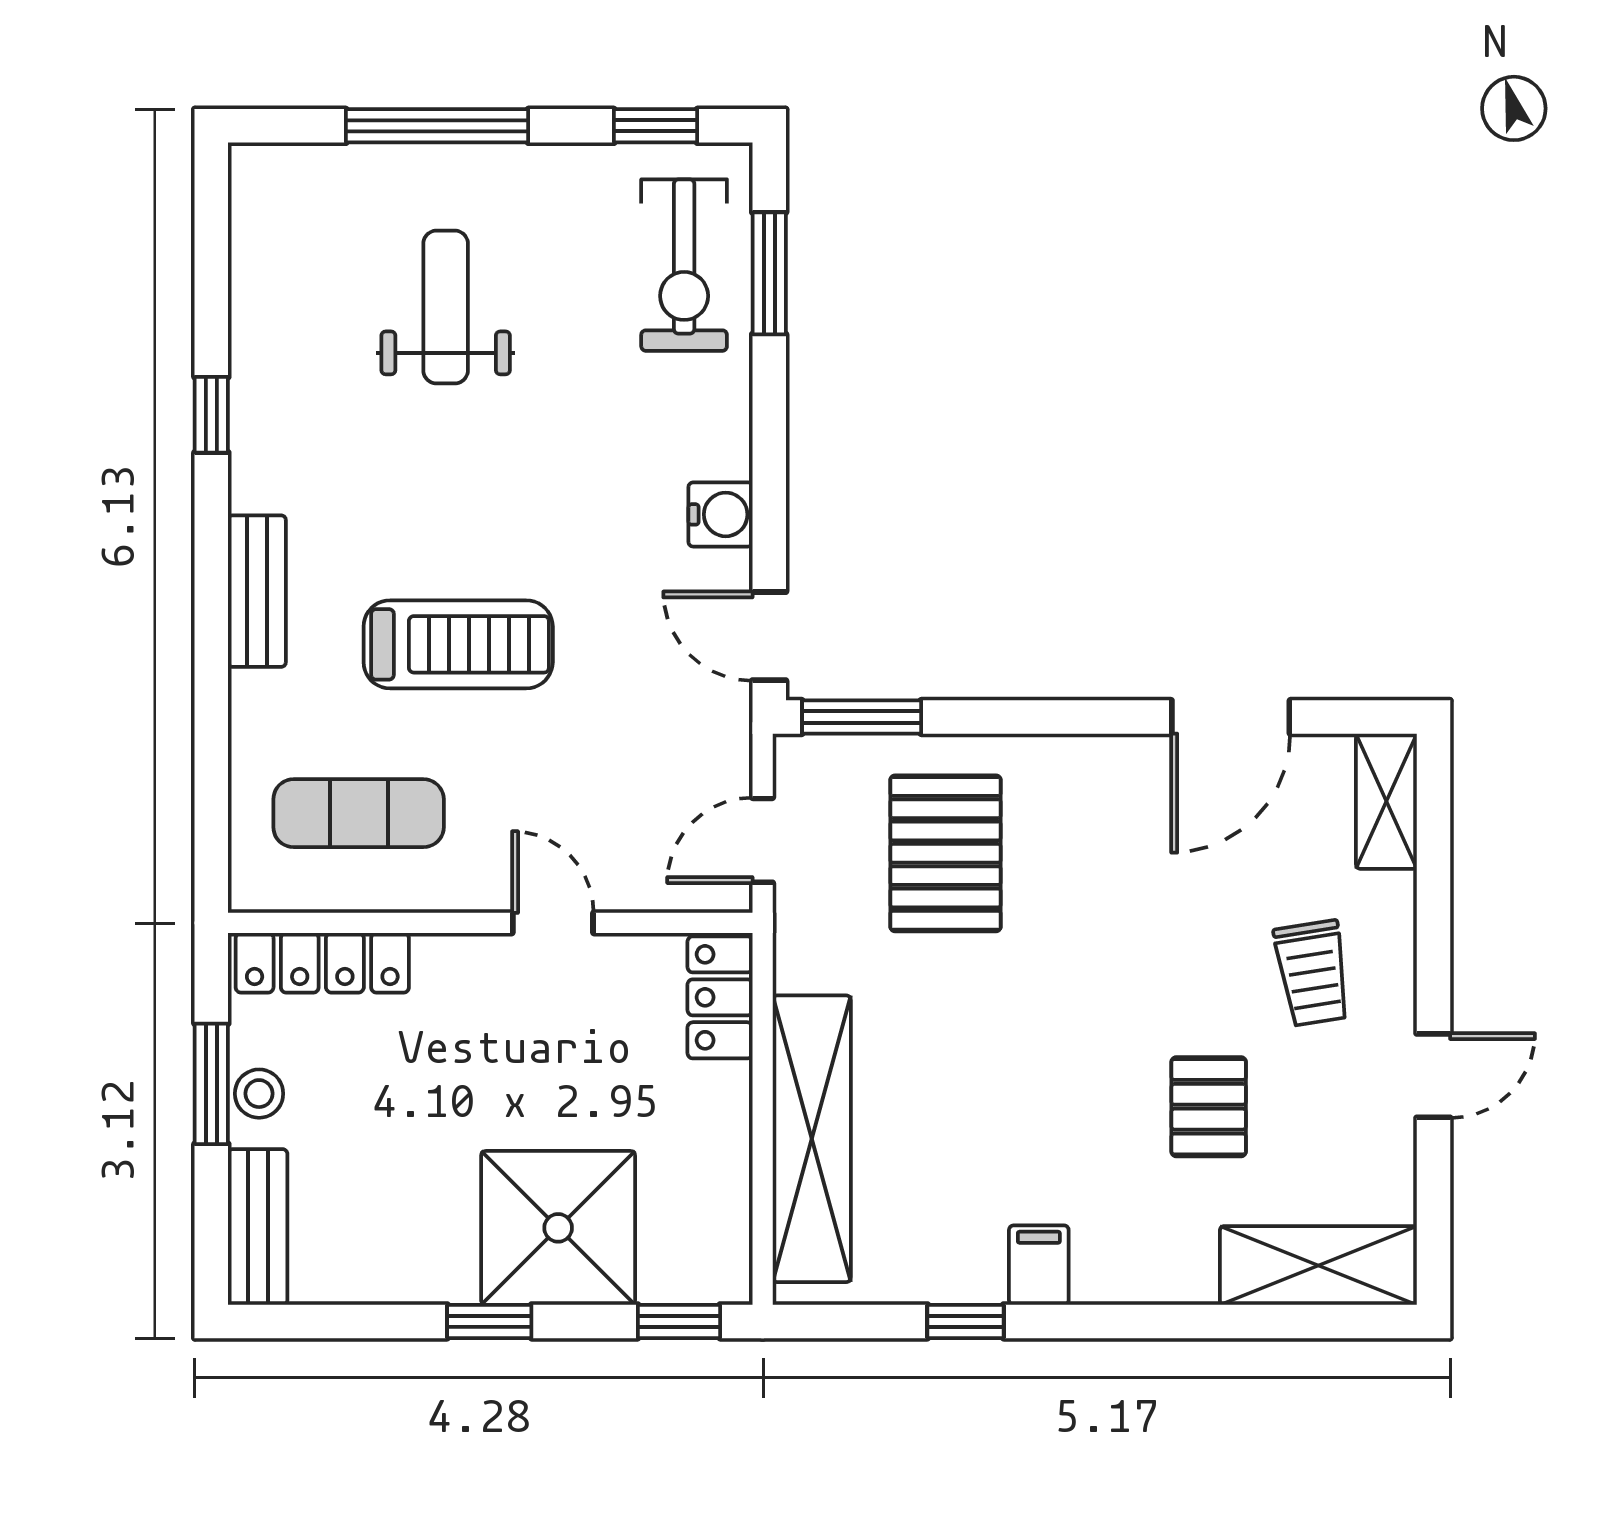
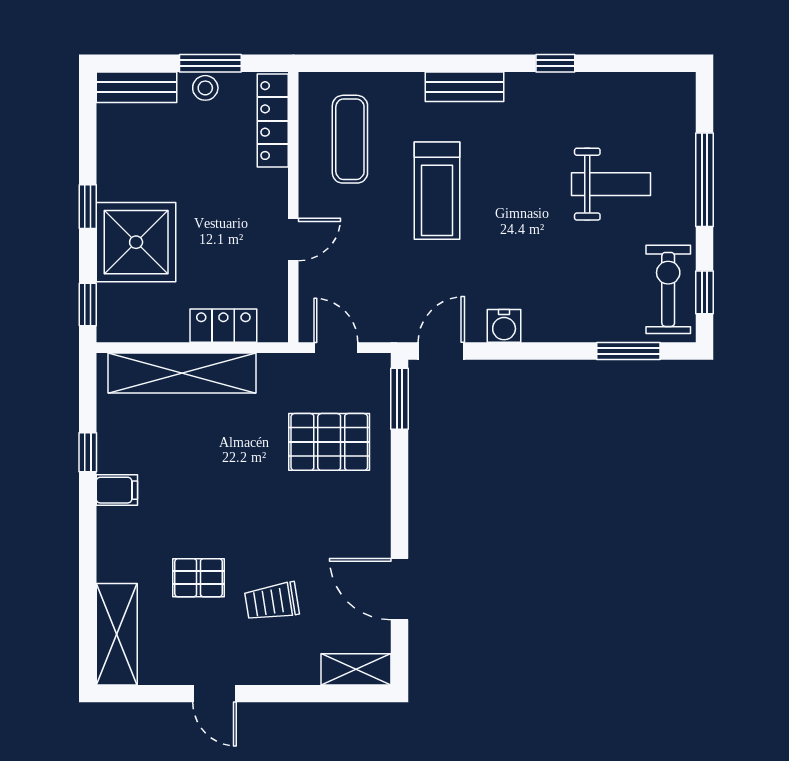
exercise bike: (684, 265) -> (668, 289), moved, turned 90
trolley: (1313, 973) -> (272, 602), moved
locker: (720, 997) -> (223, 326), moved

